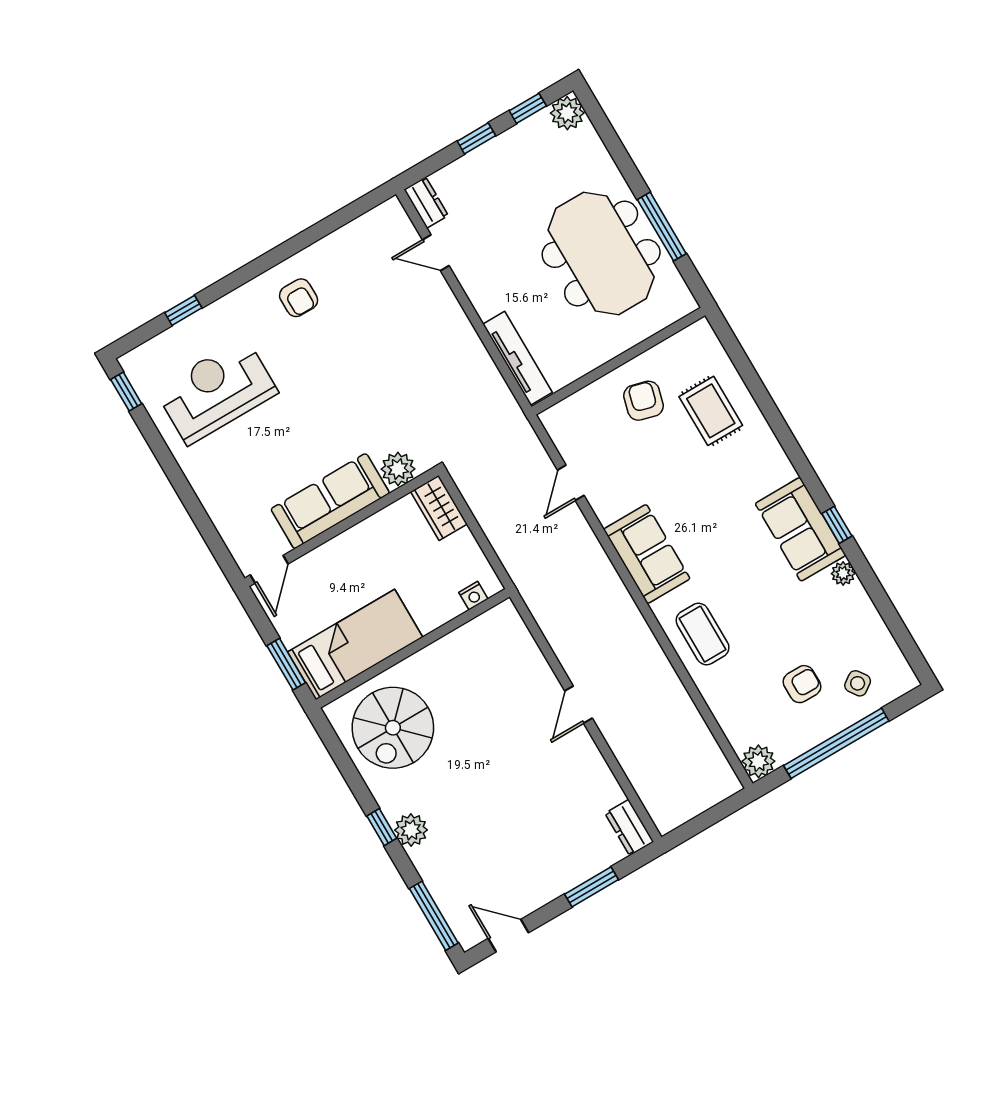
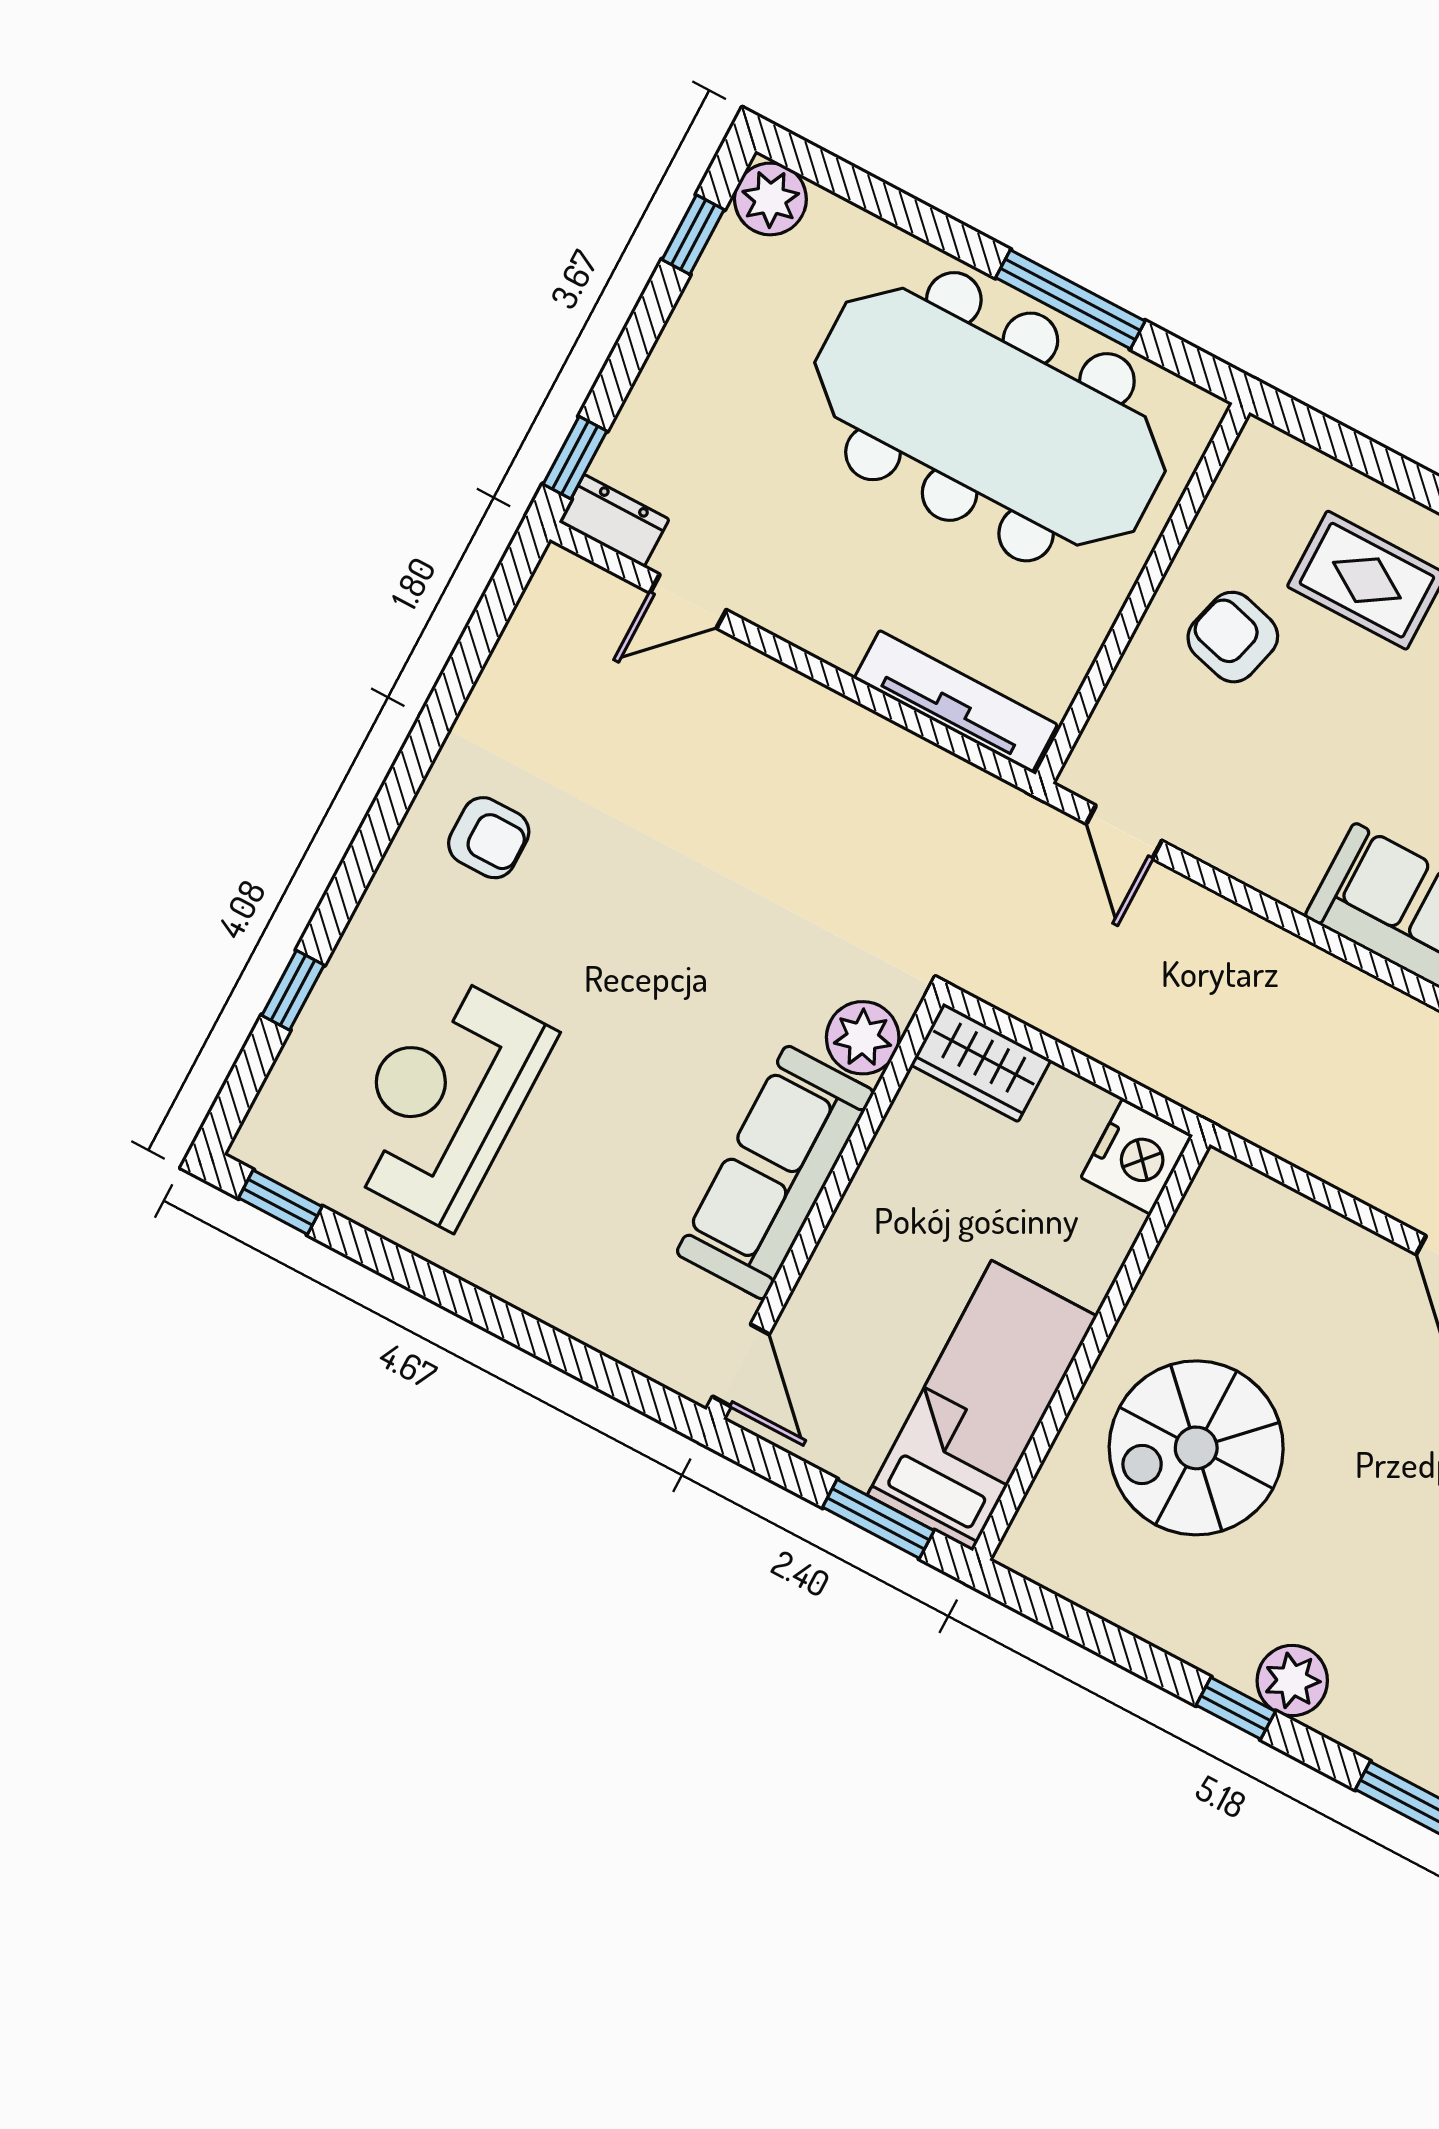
window: (476, 138) -> (575, 458), moved
meeting table: (601, 253) -> (990, 417), width x1.36
door: (571, 483) -> (1124, 832), moved
nightstand: (473, 596) -> (1136, 1157), width x1.89, depth x1.79
spiral stairs: (393, 728) -> (1196, 1448), moved, turned 90

